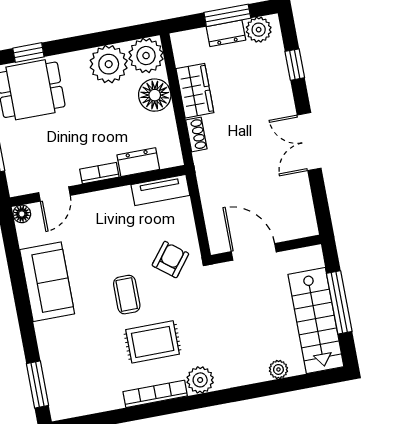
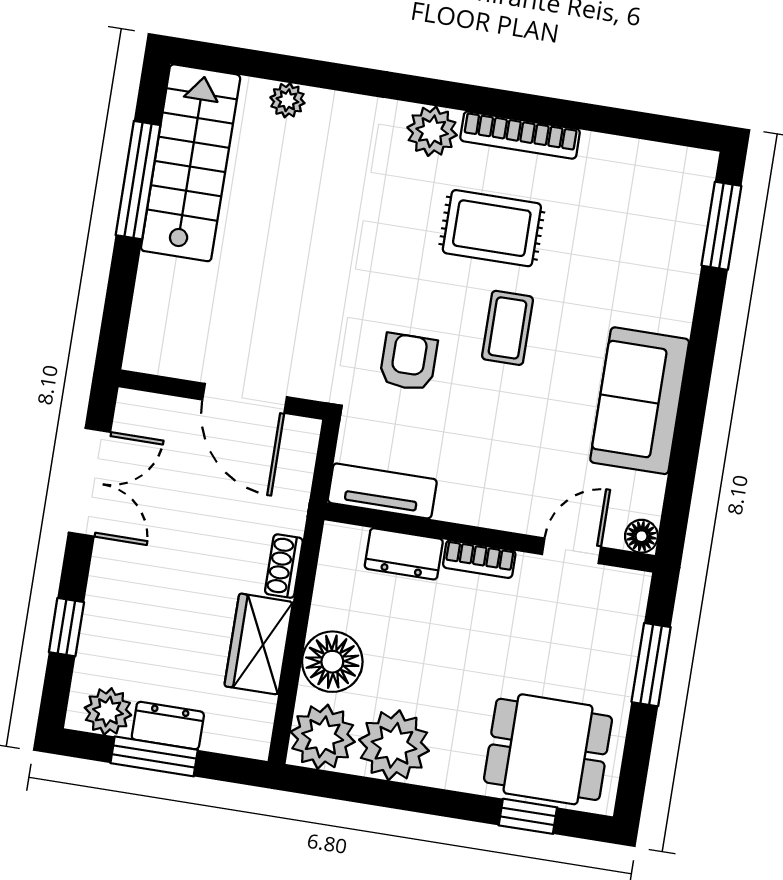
wall: (266, 250) -> (222, 395), moved
door: (254, 252) -> (245, 398), moved
armchair: (170, 260) -> (408, 362), turned 142

